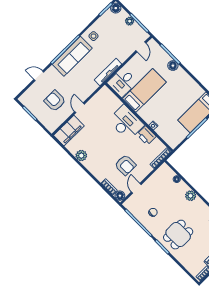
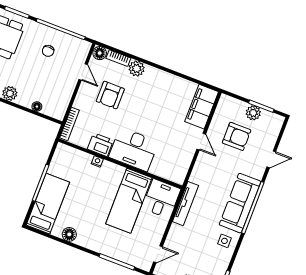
door: (141, 47) -> (158, 254), swing flipped
floor lamp: (173, 66) -> (69, 234), moved
plant: (37, 111) -> (253, 113), added
plant: (81, 156) -> (137, 69), moved
armchair: (125, 165) -> (110, 95), turned -90

